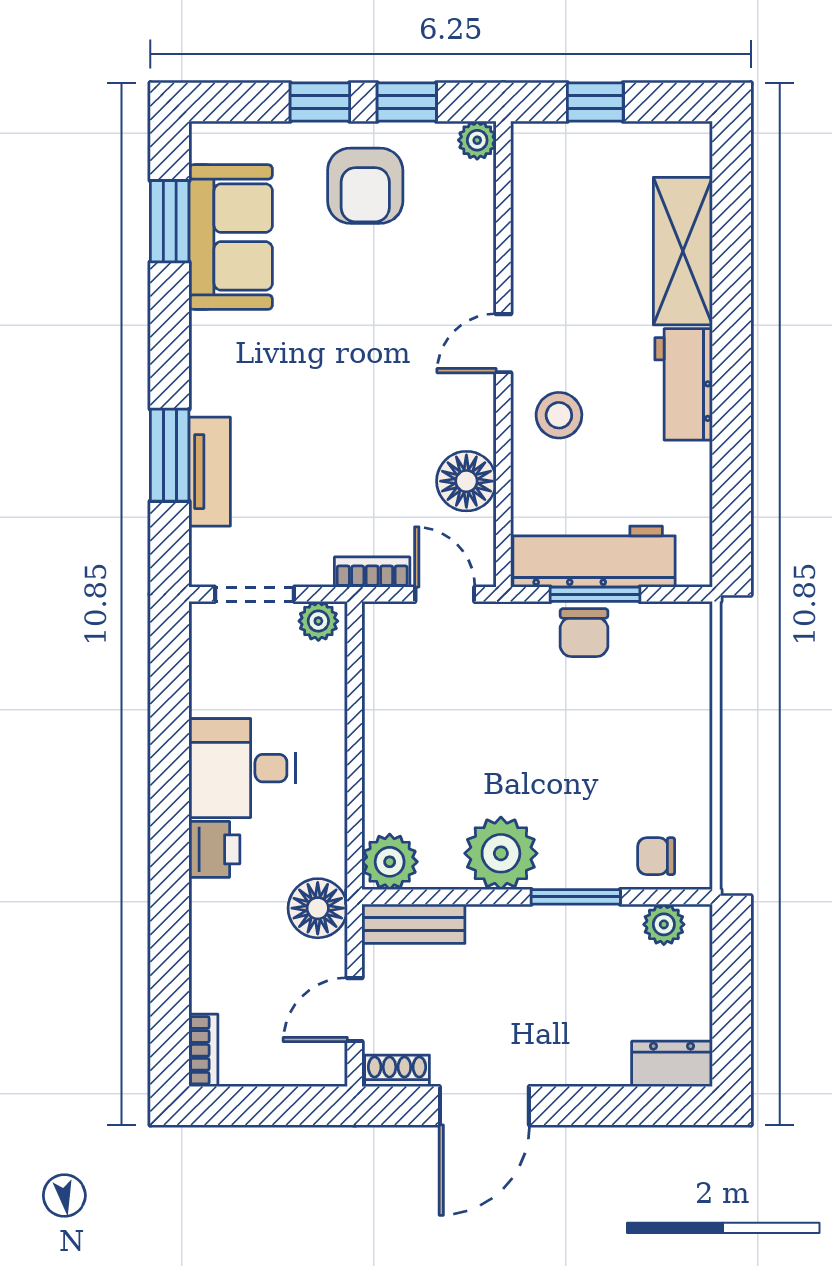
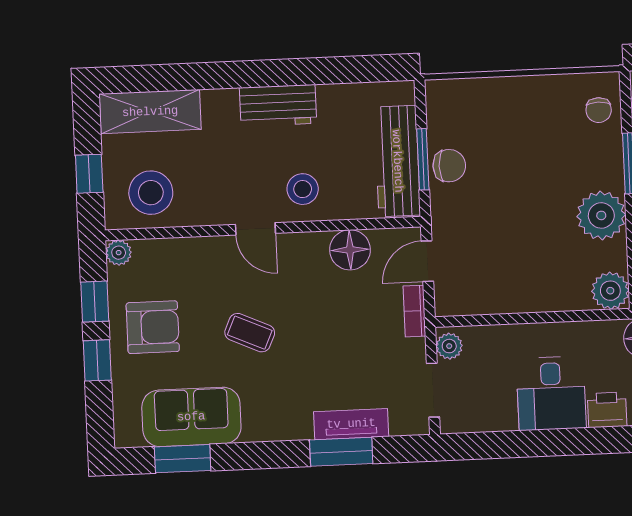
stool: (563, 192) -> (151, 193), added
shelving: (683, 251) -> (150, 112), moved
coffee table: (351, 328) -> (250, 333), added

